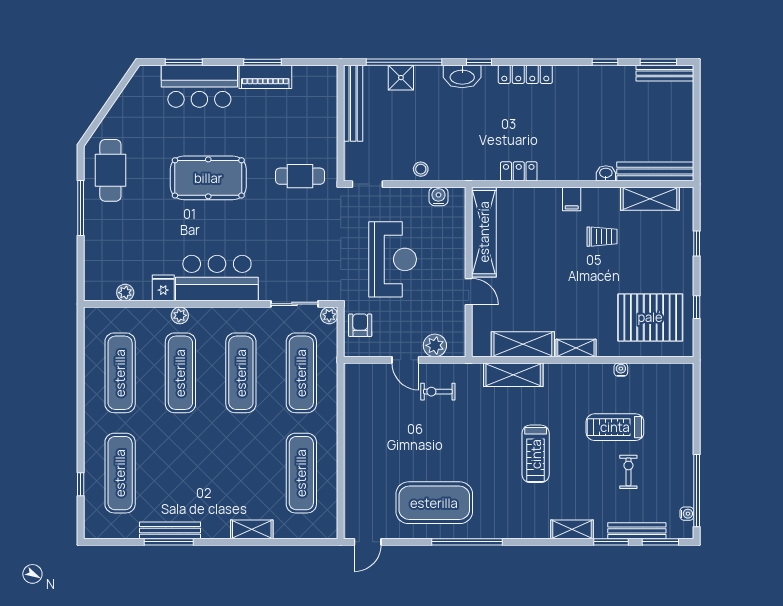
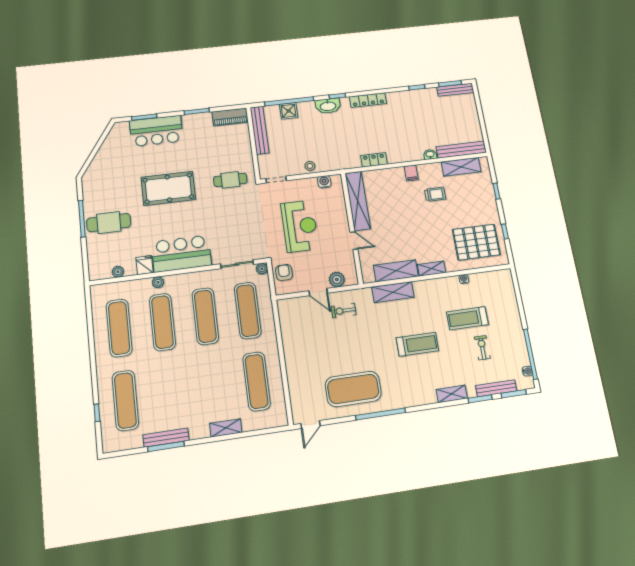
piano: (265, 77) -> (230, 117), moved
cafe table: (110, 170) -> (109, 223), moved, turned 90
treadmill: (536, 454) -> (417, 344), turned -90

